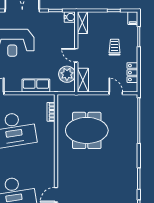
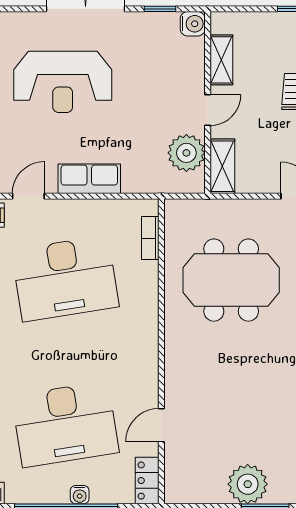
shelving: (82, 23) -> (221, 60), moved
door: (76, 55) -> (208, 110), swing flipped
row of seats: (36, 86) -> (89, 179), moved

